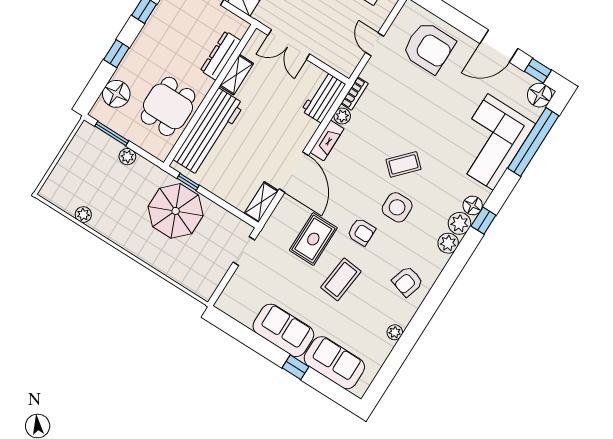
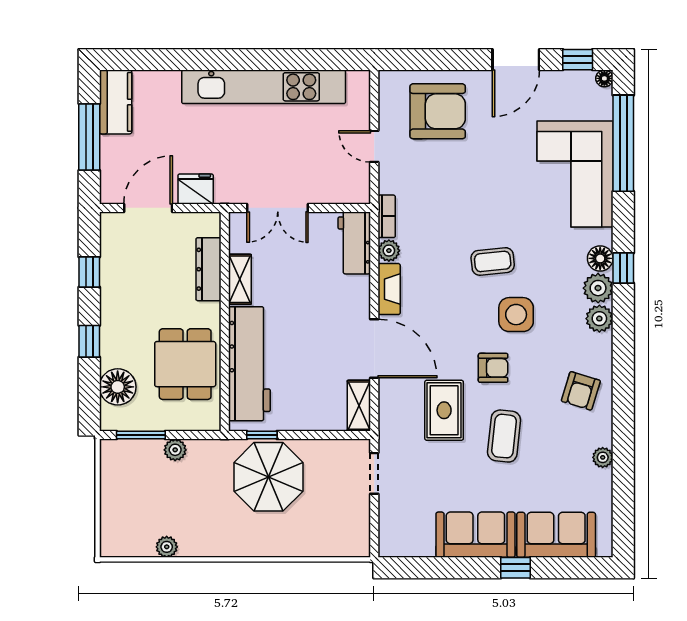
floor lamp: (540, 95) -> (604, 78), width x0.53, depth x0.53
coffee table: (403, 164) -> (493, 261), turned 41

